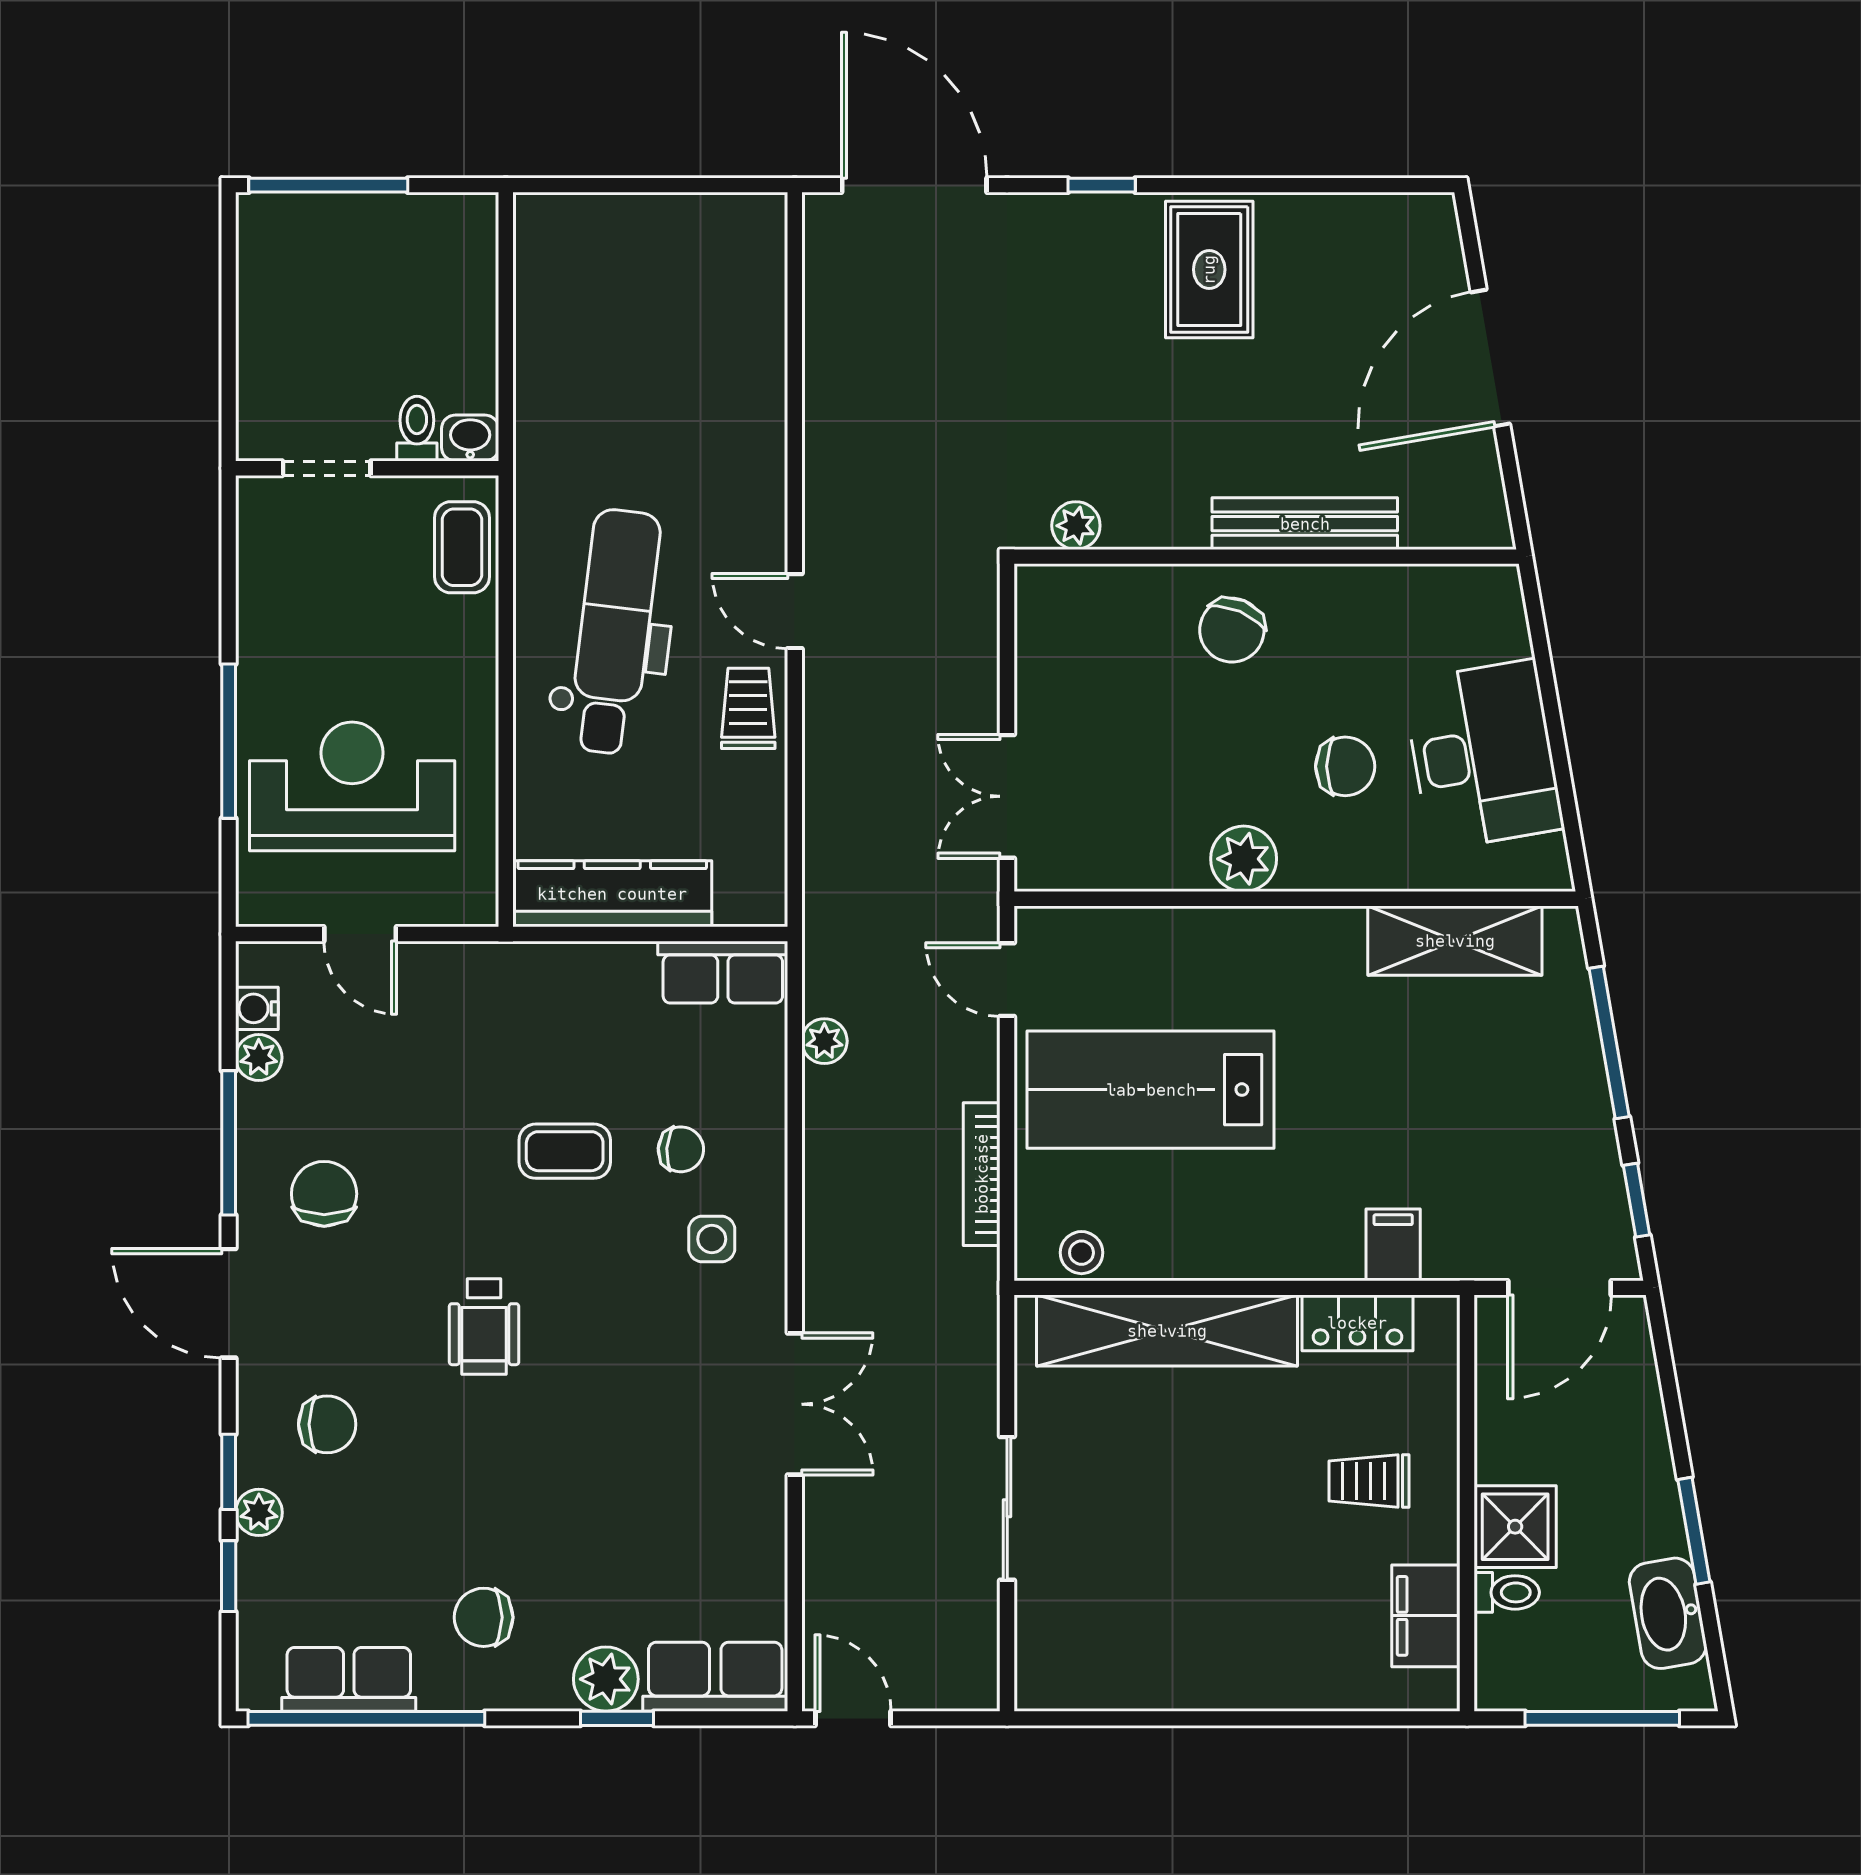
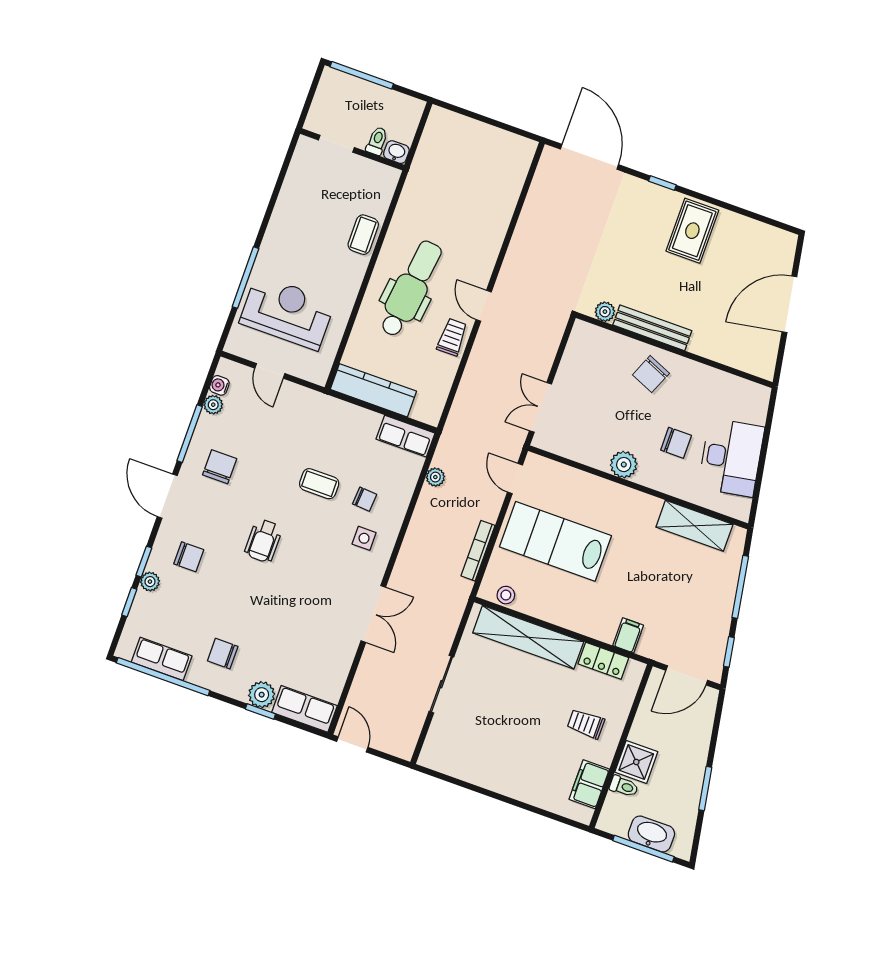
toilet: (417, 429) -> (377, 141), moved
washbasin: (470, 438) -> (396, 152), moved
doorway: (327, 468) -> (336, 144), moved
wall: (367, 468) -> (352, 149), moved
bench: (1305, 524) -> (652, 328), moved
washbasin: (1668, 1613) -> (651, 834), moved, turned 100

